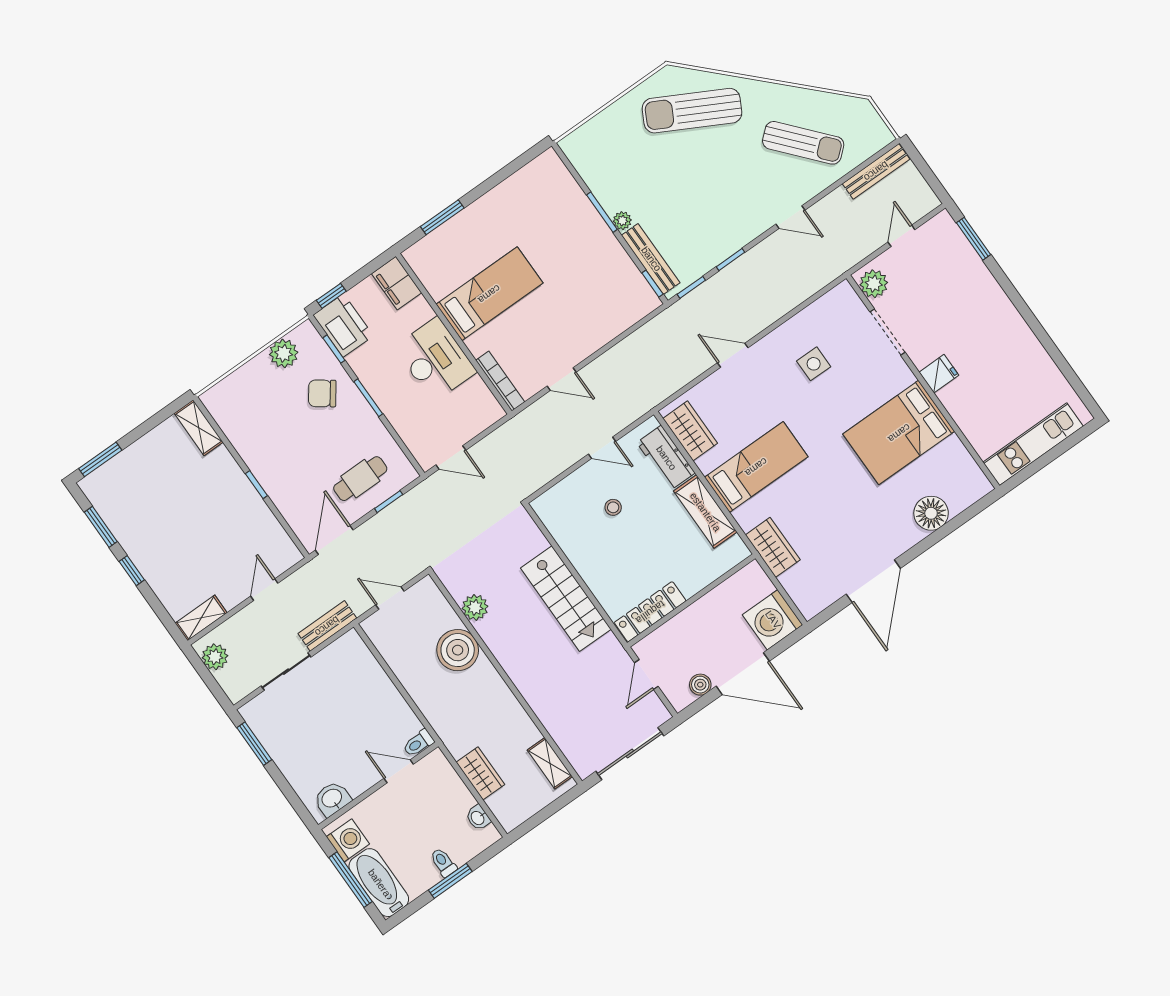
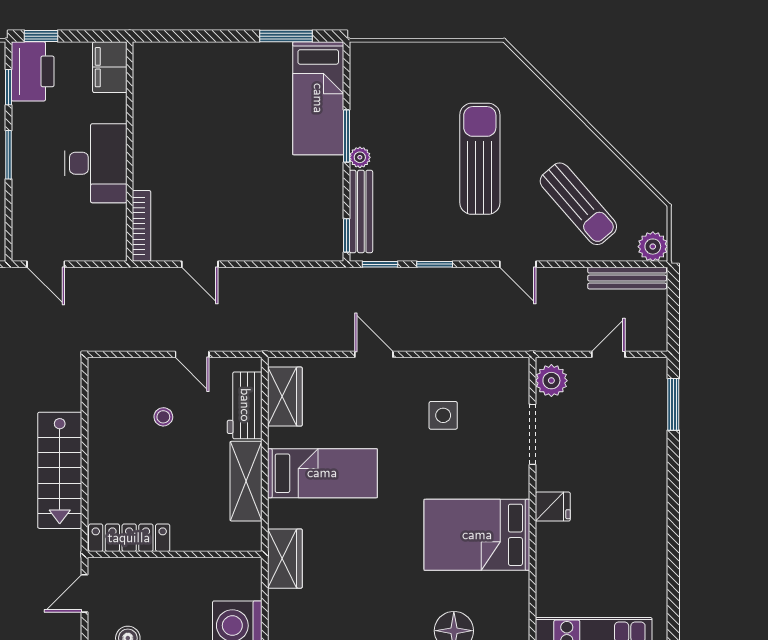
sun lounger: (692, 111) -> (480, 159), moved, turned 62
plant: (878, 136) -> (653, 247), added
window: (442, 217) -> (286, 36), moved
bed: (489, 294) -> (318, 98), moved, turned 90

